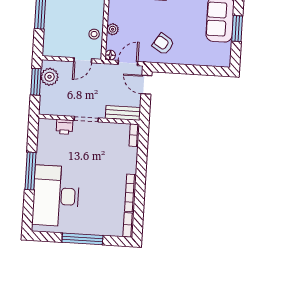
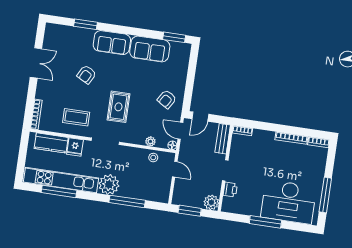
window: (237, 29) -> (174, 37), moved
plant: (49, 77) -> (211, 202), moved
window: (82, 239) -> (325, 195), moved

